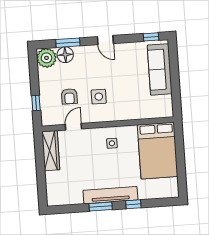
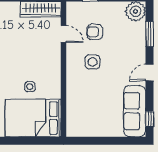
floor lamp: (65, 55) -> (137, 31), removed
sofa: (160, 69) -> (135, 111), moved, turned -90
side table: (112, 143) -> (30, 87), moved

